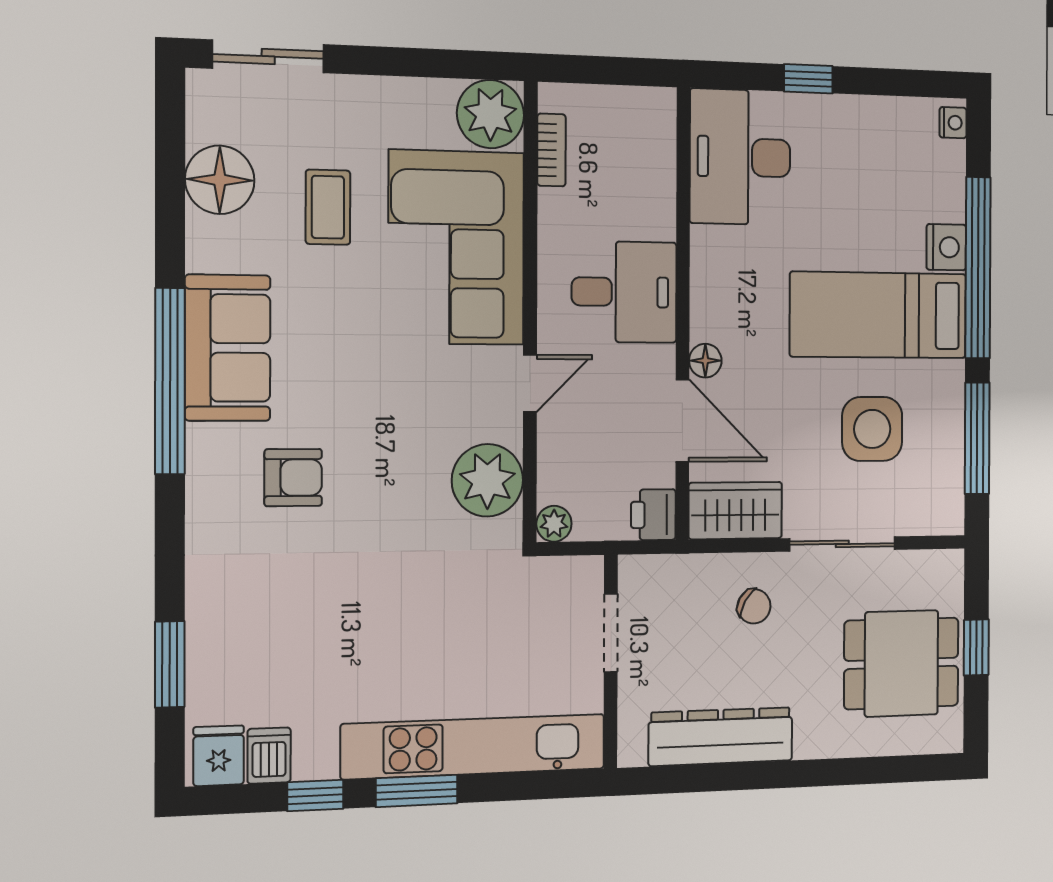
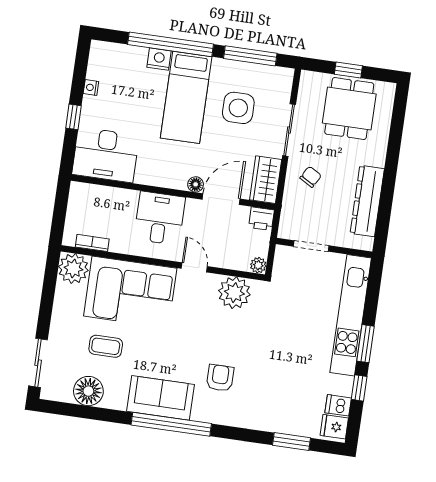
nightstand: (953, 123) -> (91, 88), moved, turned -90

